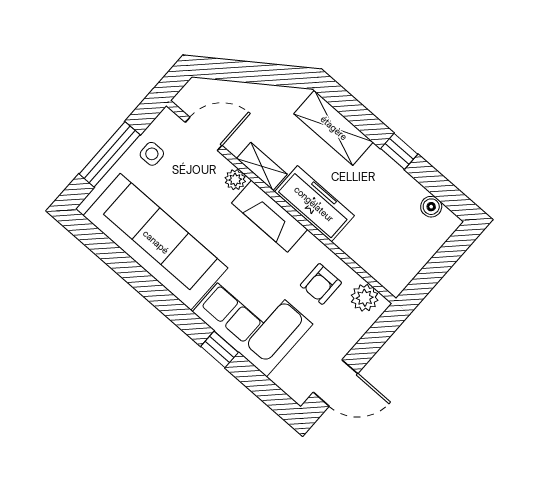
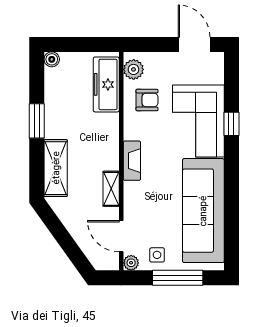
window: (399, 151) -> (37, 121), width x1.50
plant: (235, 180) -> (131, 263), moved
freezer: (314, 204) -> (106, 84), moved
boiler: (431, 207) -> (52, 59), moved
fireplace: (269, 216) -> (132, 161), width x0.73, depth x0.76

